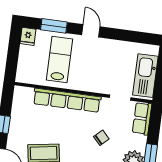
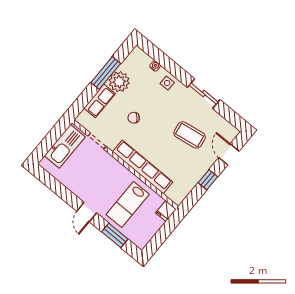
fridge: (28, 36) -> (166, 211), moved, turned 180
row of seats: (142, 118) -> (99, 101), moved

